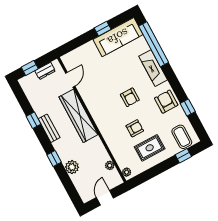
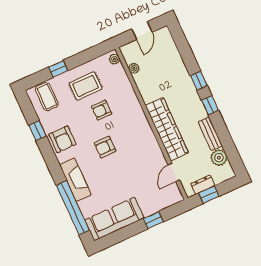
window: (103, 29) -> (153, 220), moved
window: (30, 68) -> (209, 195), moved
armchair: (130, 97) -> (105, 147), turned -90
window: (34, 120) -> (210, 105), moved
bench: (49, 128) -> (210, 134), moved
window: (183, 156) -> (58, 69), moved
plant: (72, 167) -> (219, 158), moved

